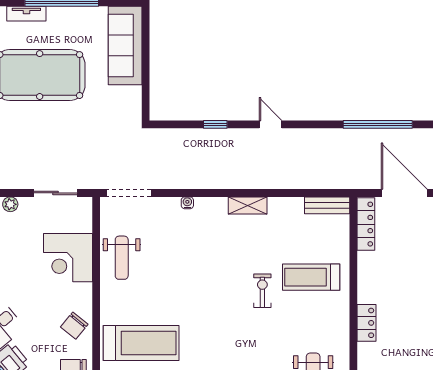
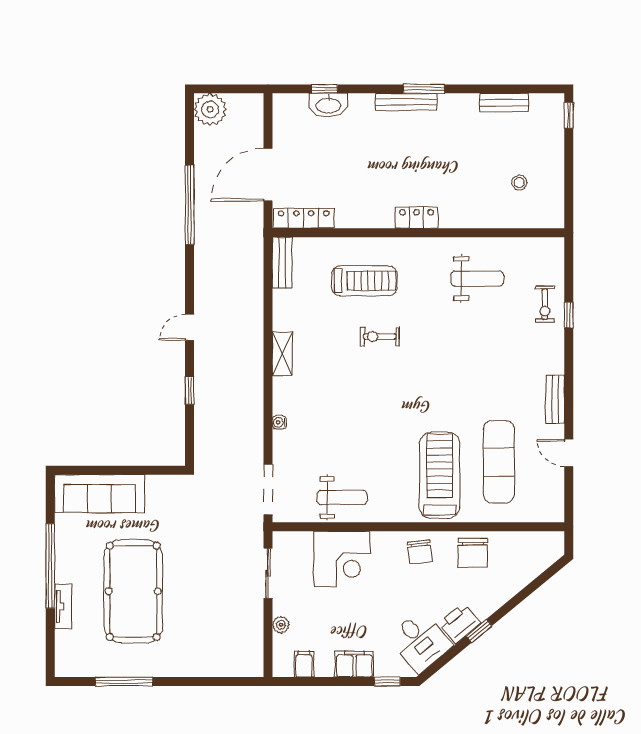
treadmill: (311, 277) -> (364, 281), turned -90
chair: (74, 326) -> (420, 552), turned 44

